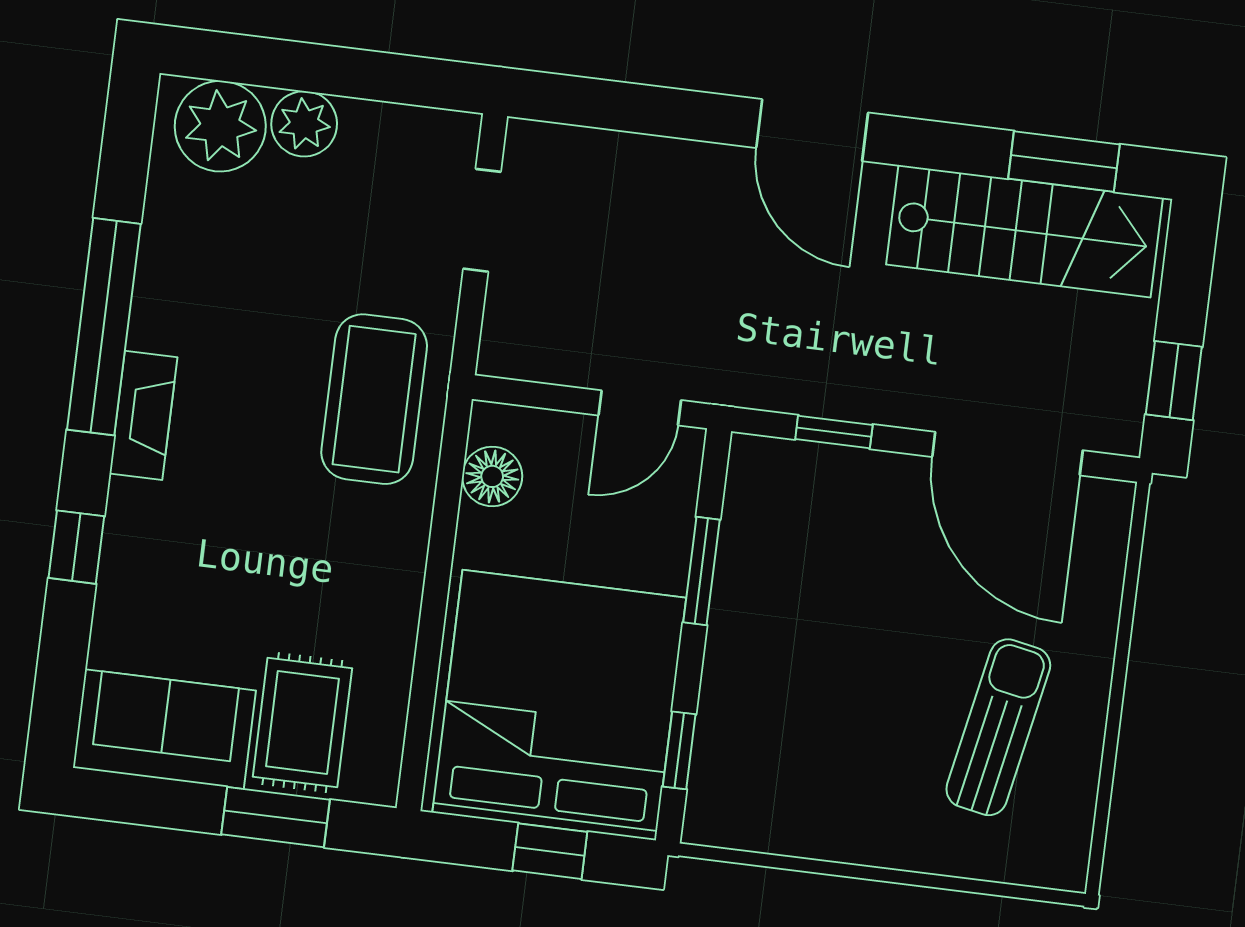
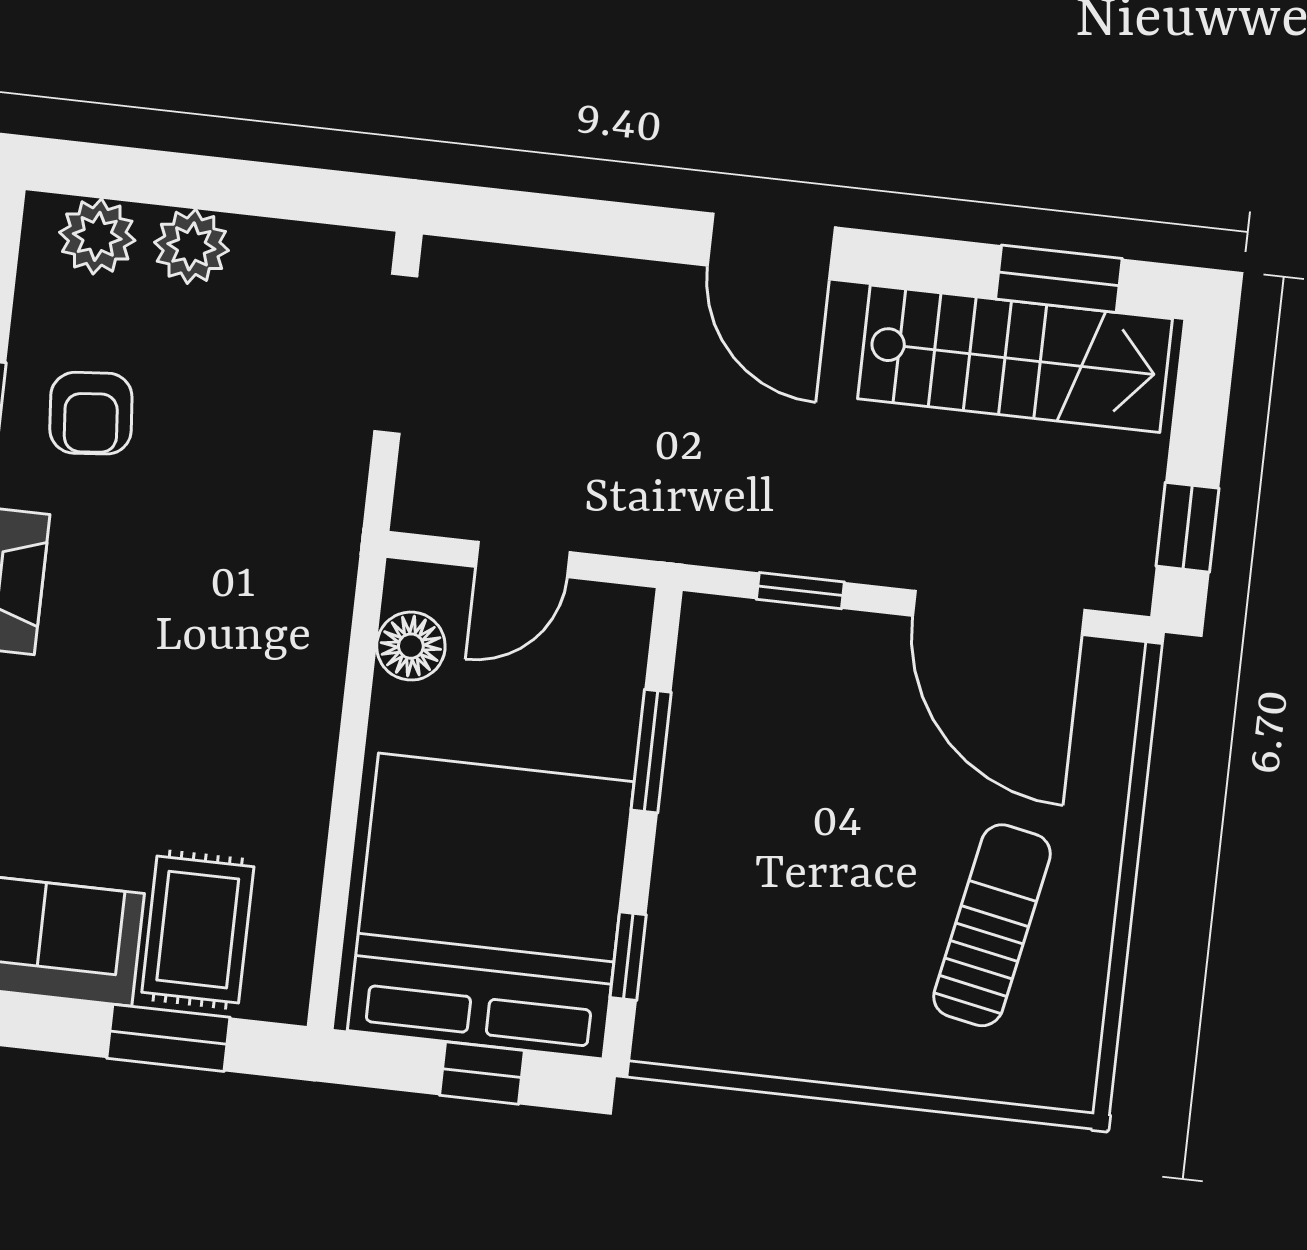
plant: (220, 126) -> (97, 236), width x0.73, depth x0.73
doorway: (482, 220) -> (396, 354), width x1.38
armchair: (214, 269) -> (91, 413), added
coffee table: (374, 399) -> (275, 560), removed
door: (640, 408) -> (523, 559), moved

